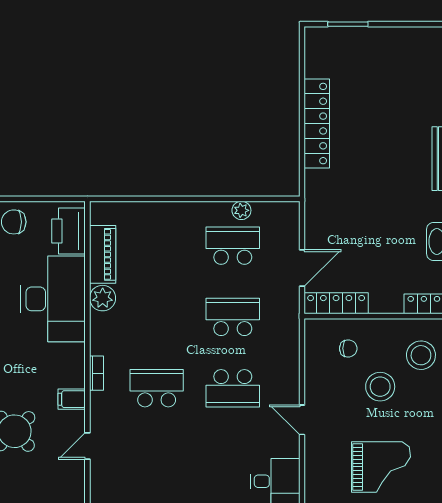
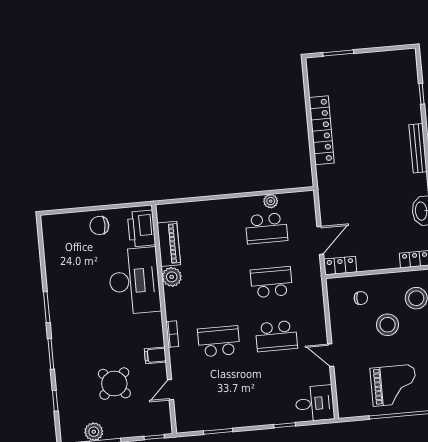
school desk: (233, 246) -> (266, 228), turned 180
locker: (336, 303) -> (340, 266), width x0.66

